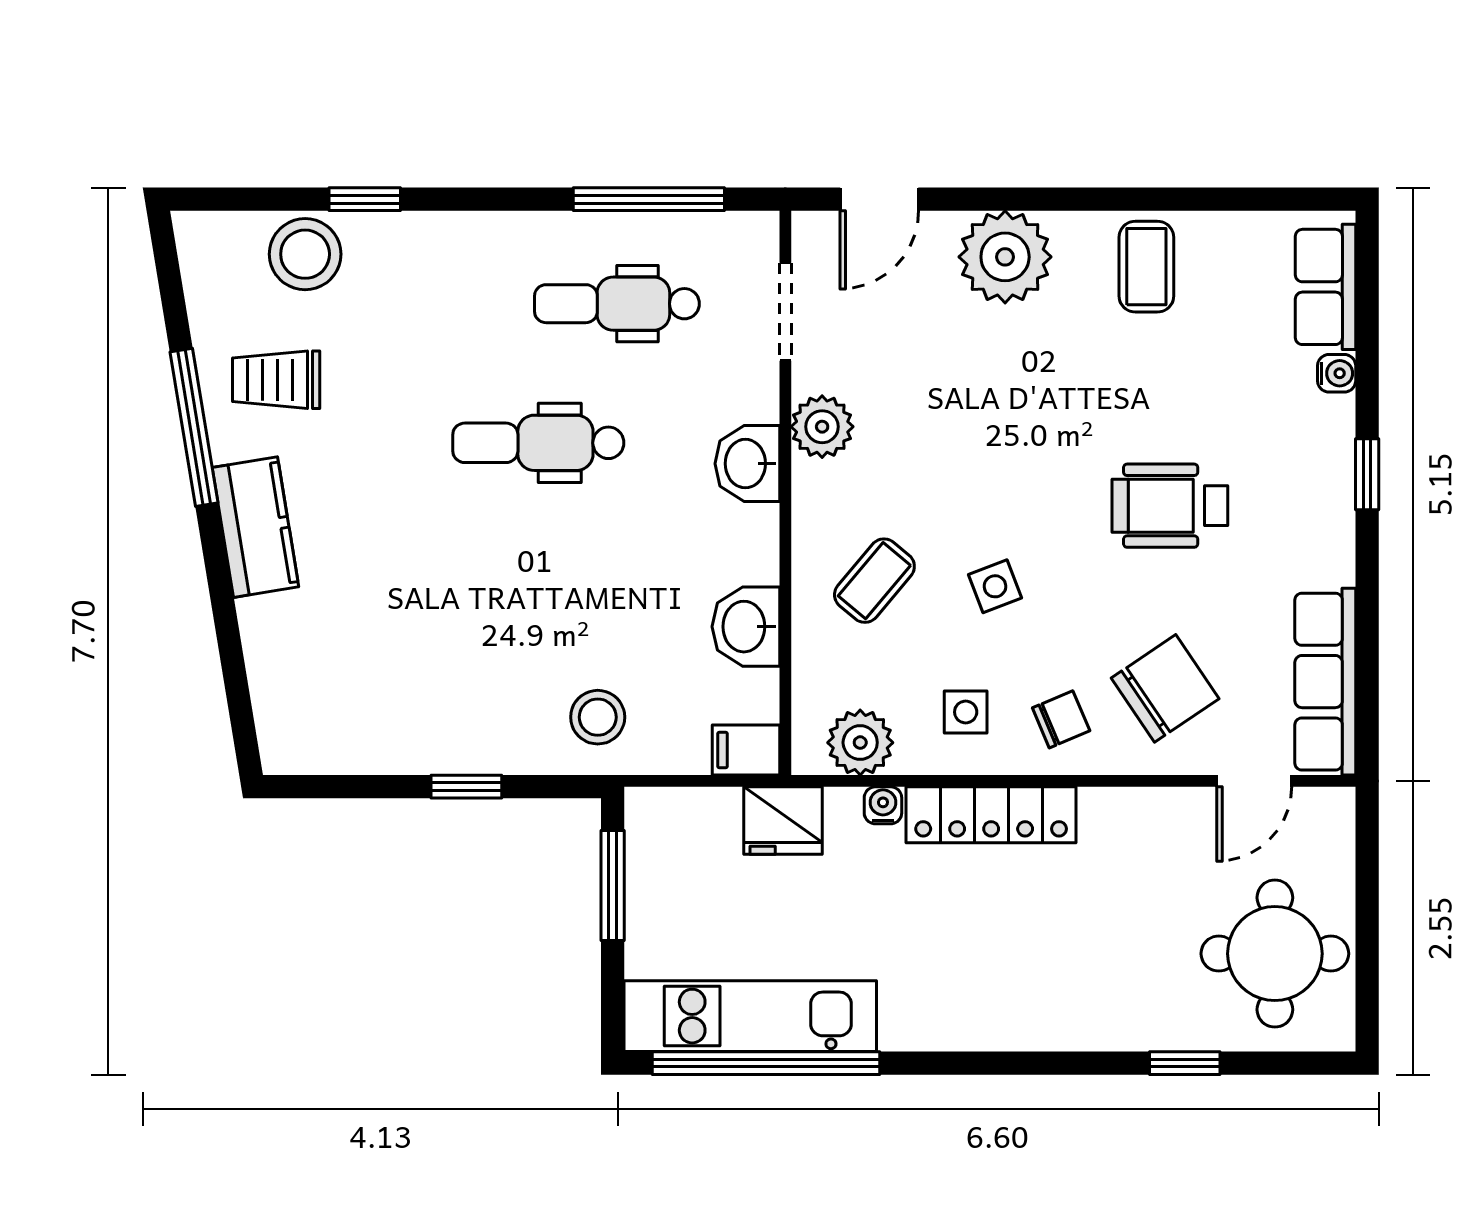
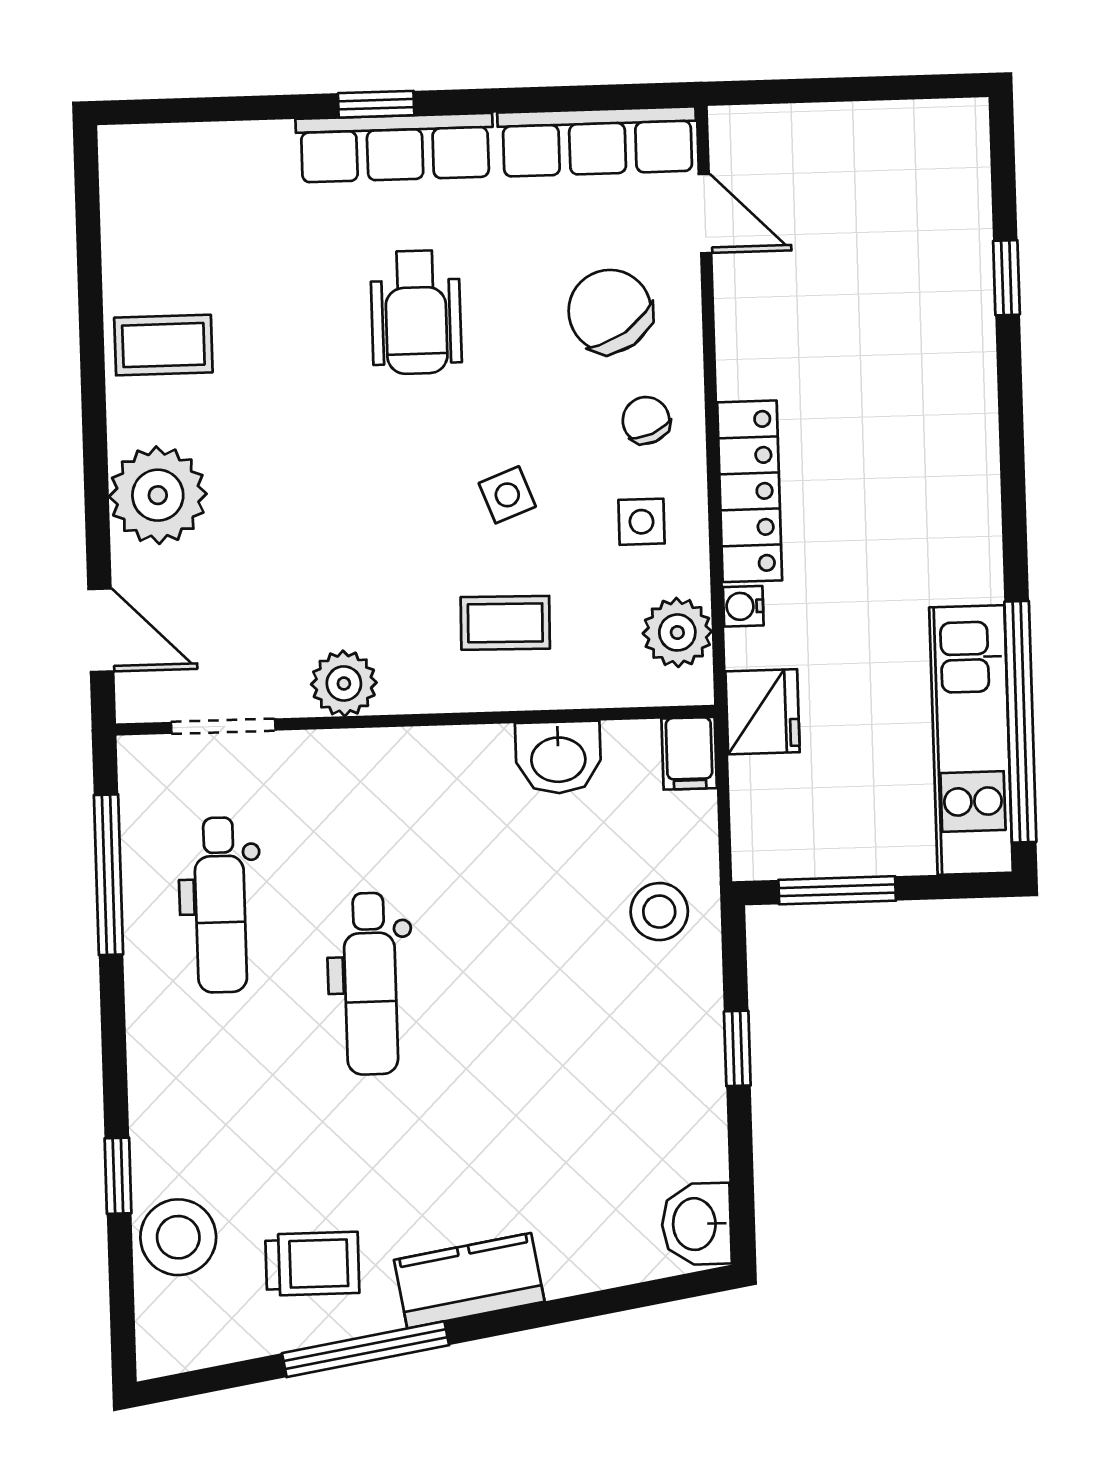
row of seats: (1325, 287) -> (395, 148), moved, width x1.48
water cooler: (1337, 373) -> (270, 140), removed
trolley: (276, 380) -> (312, 1264), turned -90
washbasin: (747, 464) -> (696, 1224), moved, turned 90
coffee table: (874, 581) -> (505, 623), turned -39
round table: (1275, 954) -> (887, 186), removed

